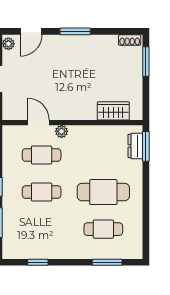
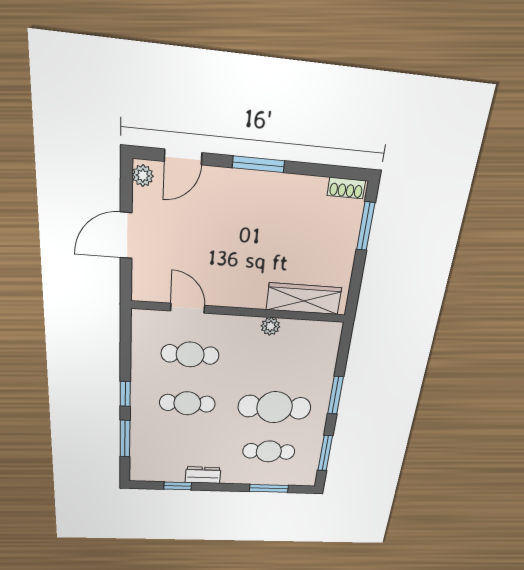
wardrobe: (113, 111) -> (304, 299), width x1.50
plant: (62, 131) -> (270, 326), moved
dresser: (135, 146) -> (203, 475), moved, turned 90
window: (146, 146) -> (336, 395), moved
window: (146, 229) -> (325, 453), added

